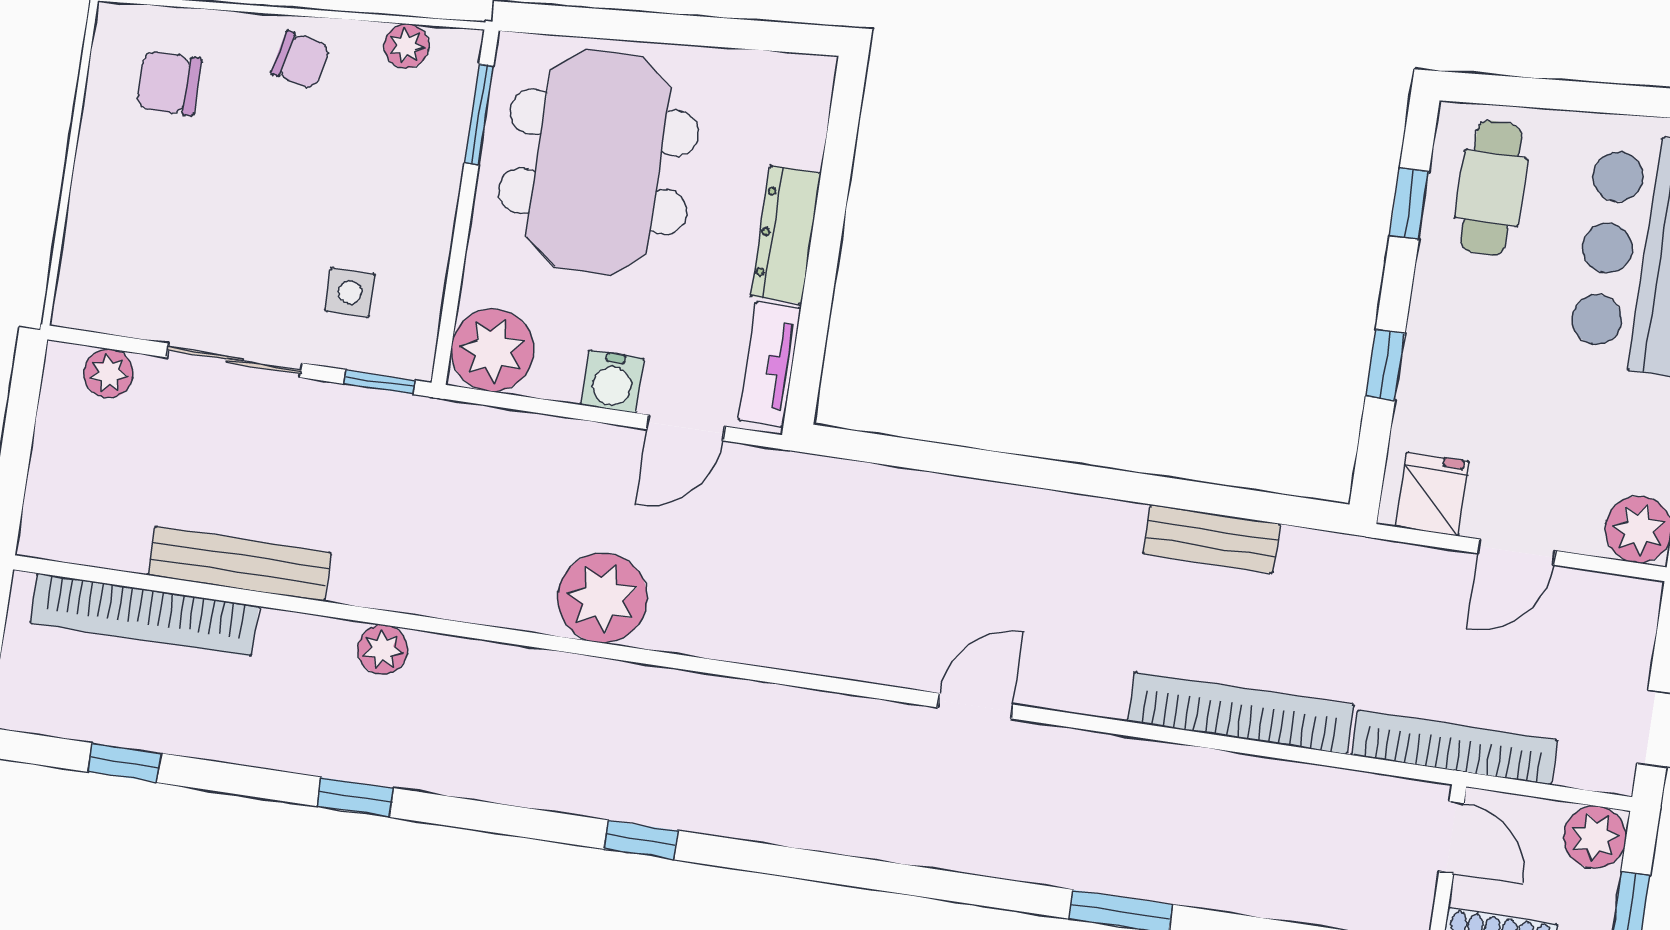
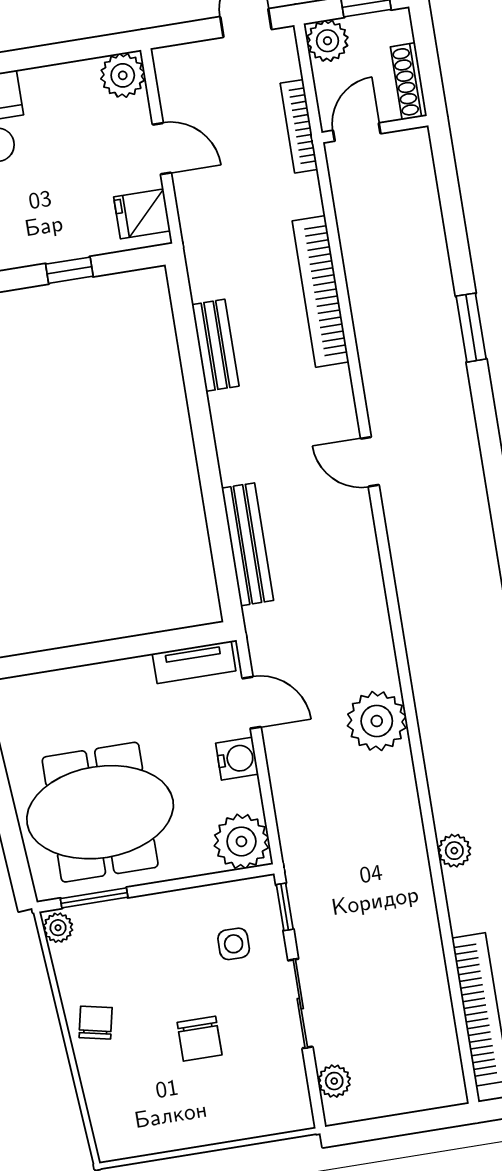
plant: (407, 46) -> (58, 928), moved
chair: (169, 83) -> (200, 1039), moved
dresser: (786, 234) -> (108, 678), removed
bench: (240, 564) -> (248, 544), moved
bookcase: (1454, 747) -> (299, 126), width x0.68, depth x0.76

